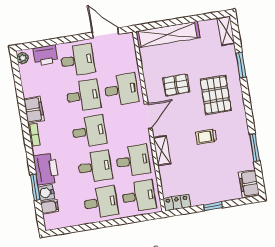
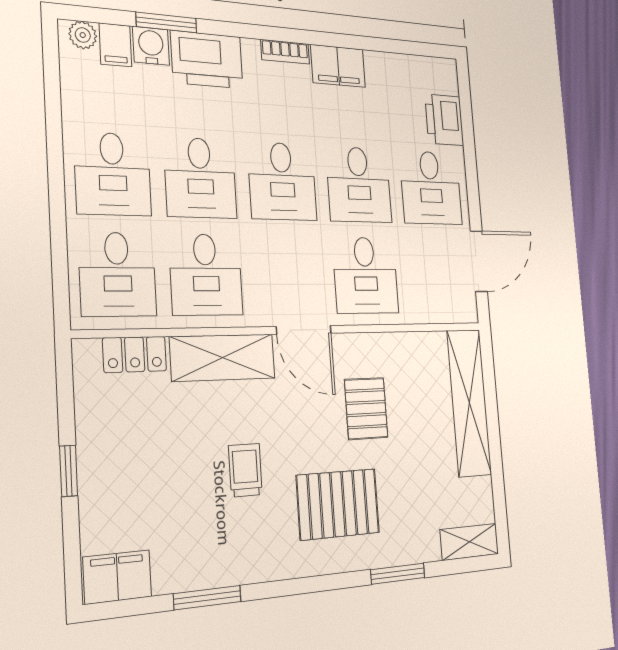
plant: (23, 58) -> (83, 35), moved
shelving: (162, 151) -> (223, 358), width x1.50, depth x1.33
locker: (177, 203) -> (135, 354), moved, turned 90

